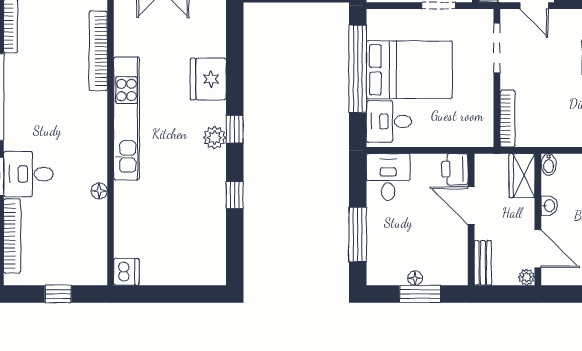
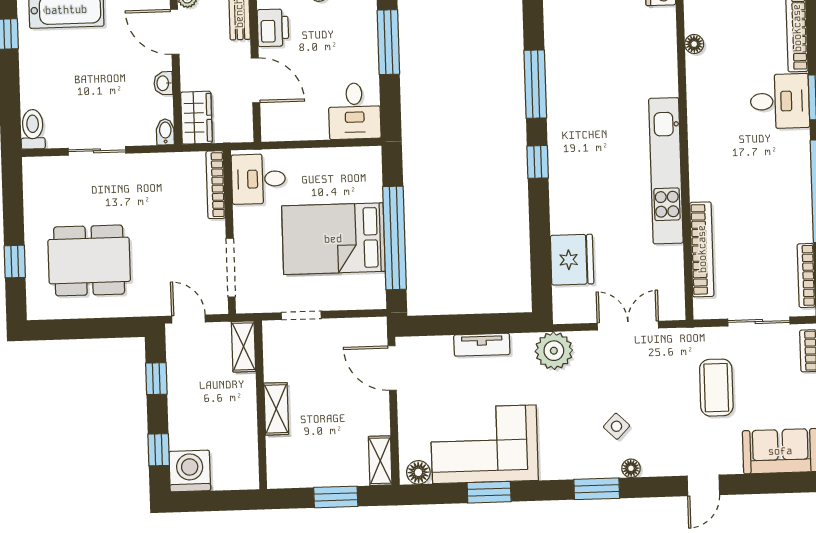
fridge: (208, 79) -> (572, 260), moved
desk: (389, 121) -> (258, 179), moved, turned 180
plant: (214, 138) -> (561, 151), removed
printer: (455, 169) -> (273, 28), moved
floor lamp: (99, 191) -> (694, 44), moved
window: (235, 195) -> (535, 84), width x2.17

